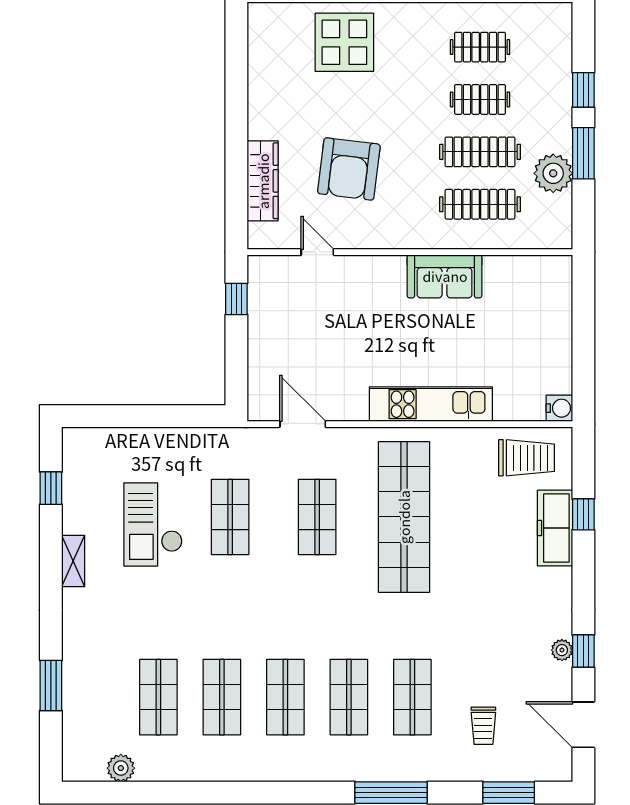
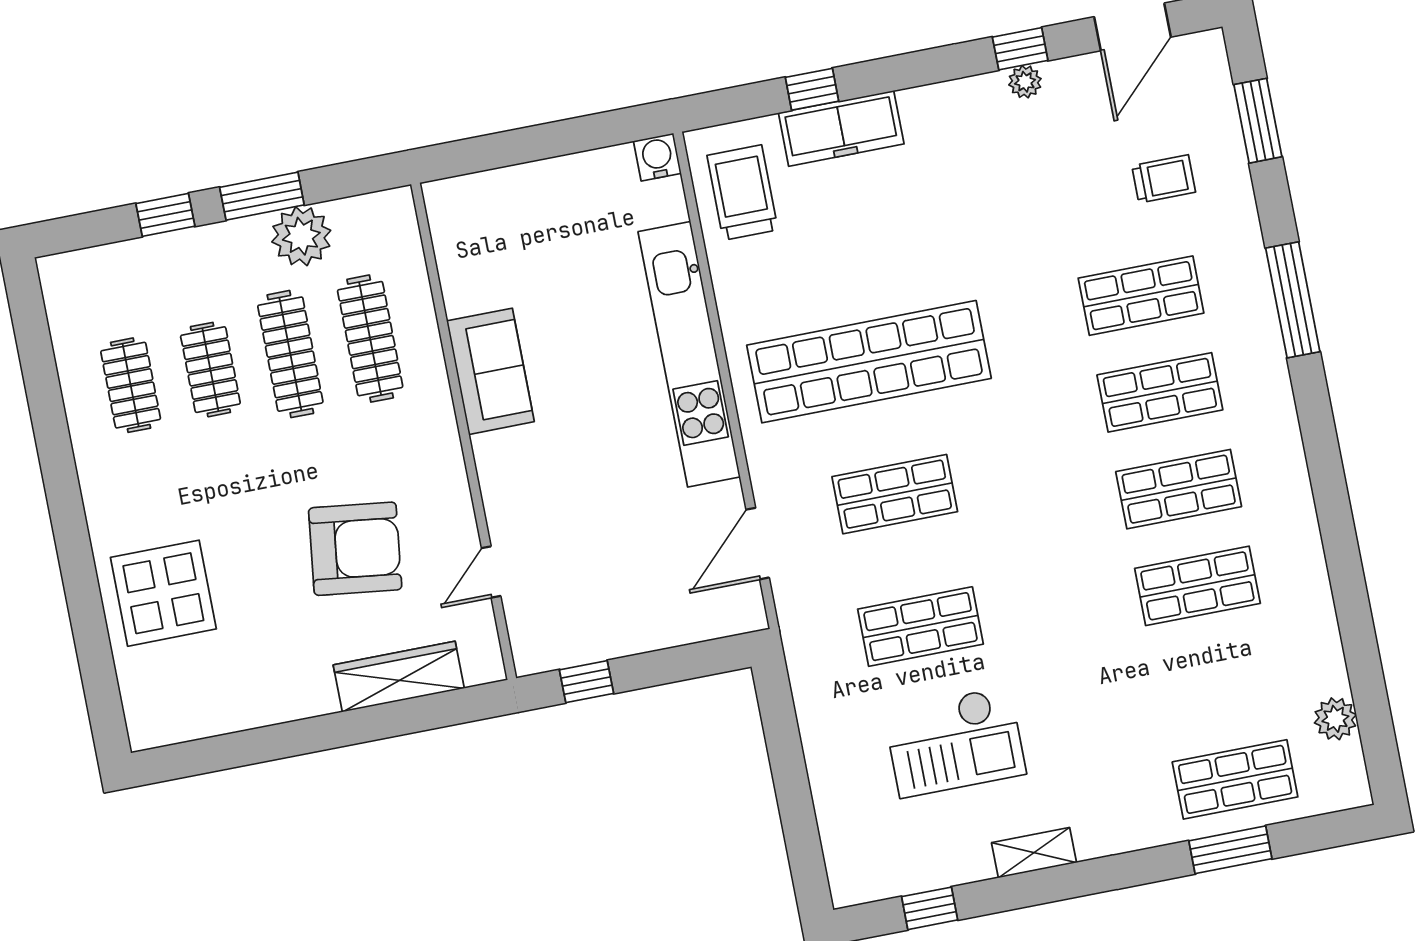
kitchen unit: (431, 404) -> (689, 354), width x1.36
shop shelf: (158, 697) -> (1235, 779), moved

